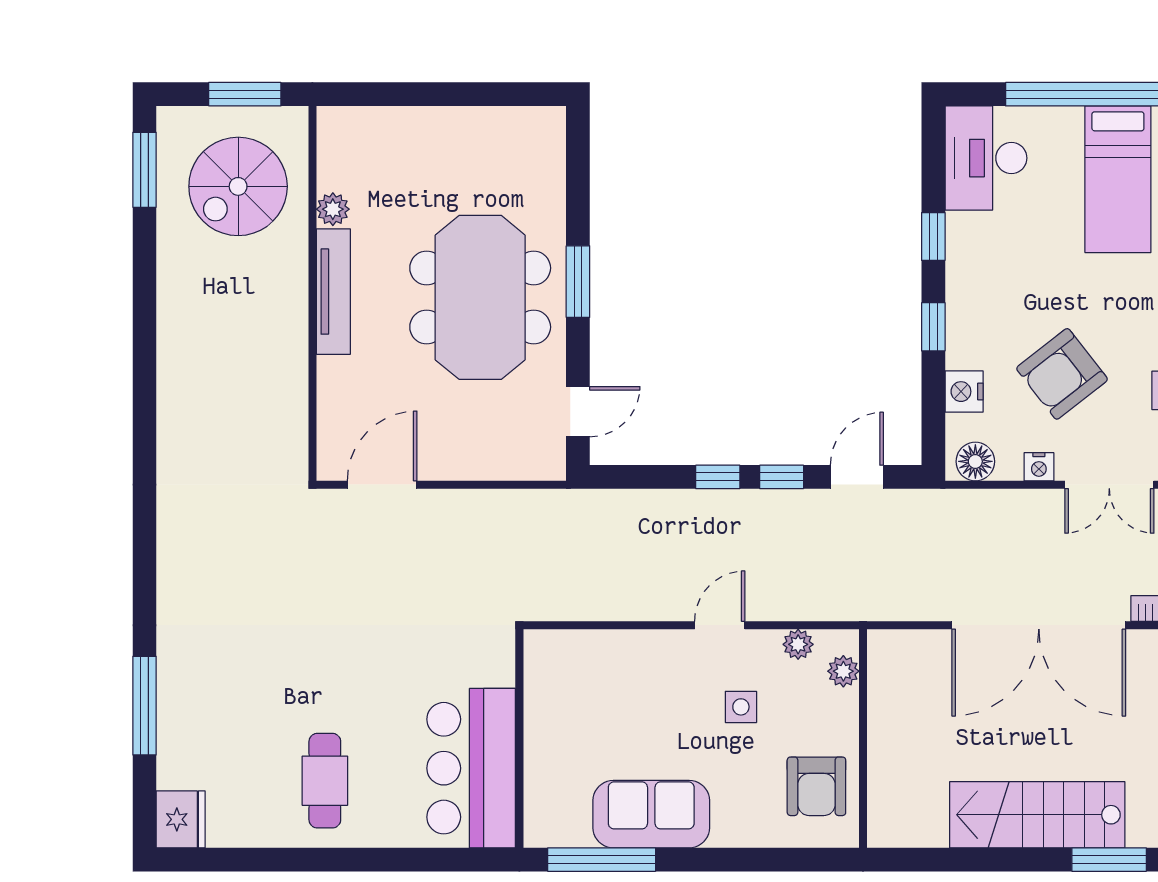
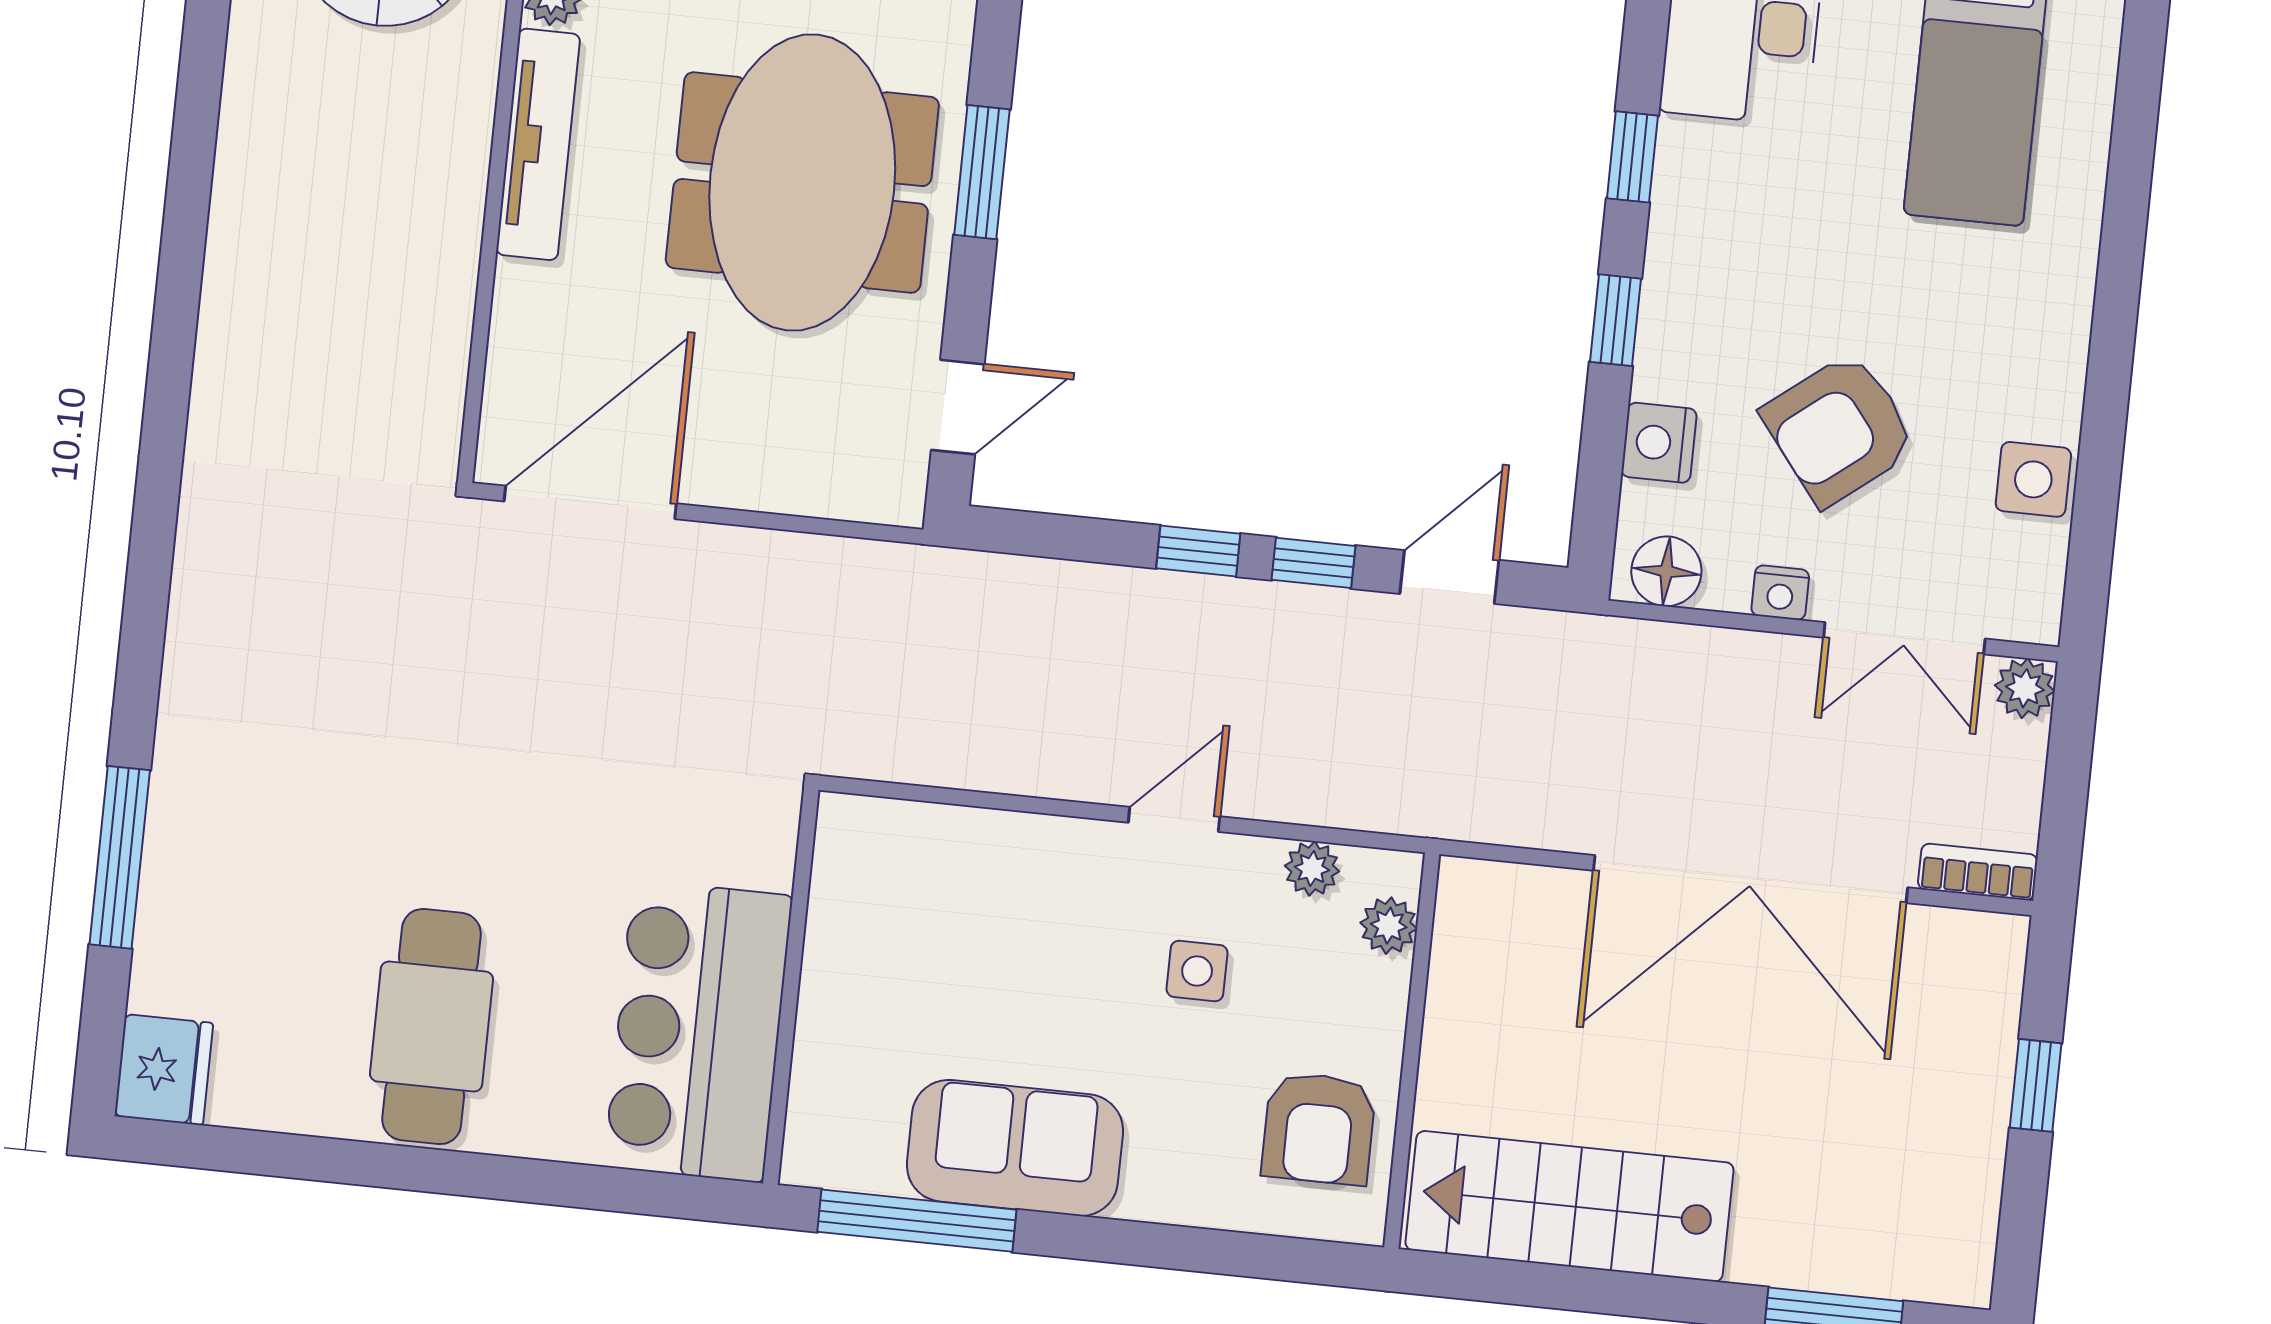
door: (382, 485) -> (590, 502), width x1.36
cafe table: (325, 781) -> (432, 1027), width x1.37, depth x1.35
stairs: (1037, 815) -> (1570, 1206), moved

